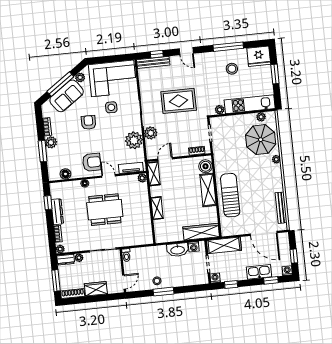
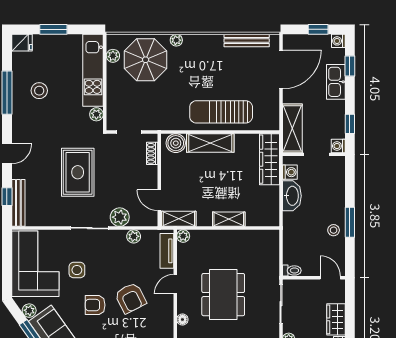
fridge: (259, 56) -> (22, 43), width x0.53, depth x0.75
plant: (134, 140) -> (134, 236), width x0.53, depth x0.53
armchair: (92, 162) -> (131, 298), moved, turned 153

